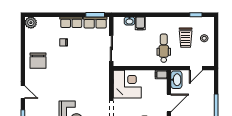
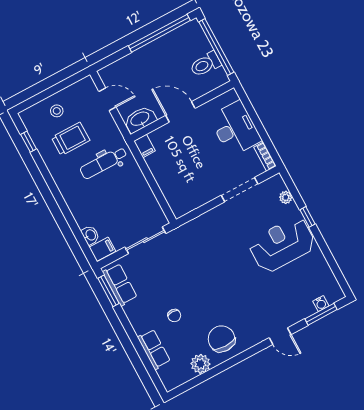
row of seats: (71, 22) -> (154, 349), moved
plant: (31, 23) -> (200, 364), moved
filing cabinet: (140, 23) -> (102, 249), moved
chair: (38, 61) -> (221, 339), turned -90
corner desk: (127, 84) -> (186, 188), removed
door: (23, 92) -> (280, 336), swing flipped

